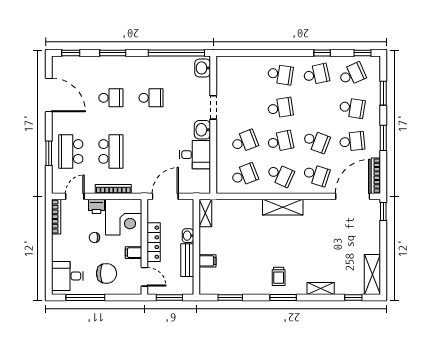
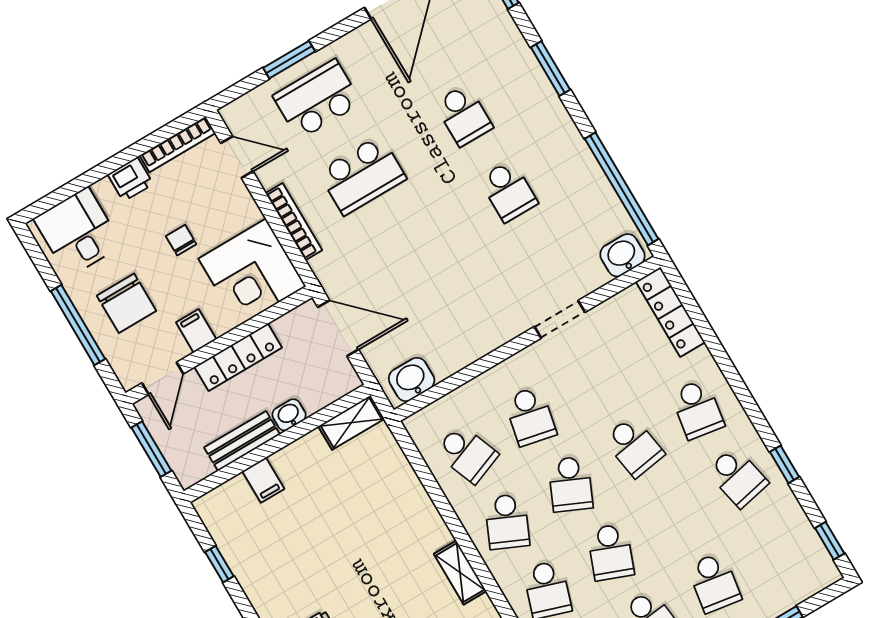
locker: (236, 62) -> (670, 312), added
school desk: (352, 74) -> (778, 545), removed
washbasin: (202, 130) -> (412, 379), moved
school desk: (244, 141) -> (530, 416), turned 33
school desk: (280, 141) -> (570, 484), turned 36
desk: (195, 155) -> (450, 338), removed
printer: (96, 206) -> (130, 179), moved, turned -90
shelving: (283, 207) -> (460, 573), width x0.67, depth x0.75
window: (85, 298) -> (78, 325), moved
window: (230, 298) -> (219, 564), width x0.67

